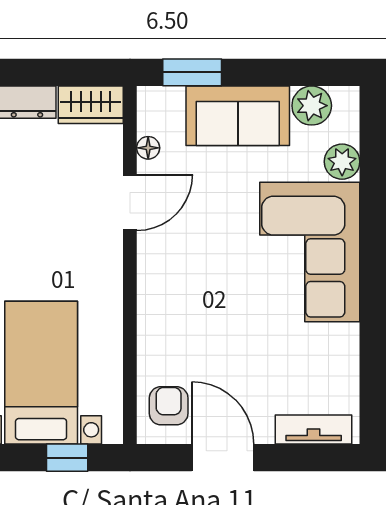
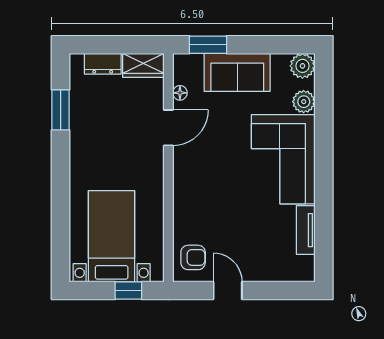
plant: (312, 106) -> (302, 66), moved
armchair: (169, 406) -> (193, 257), turned 90
tv unit: (314, 430) -> (306, 230), moved, turned -90
door: (223, 458) -> (228, 291), width x0.73

